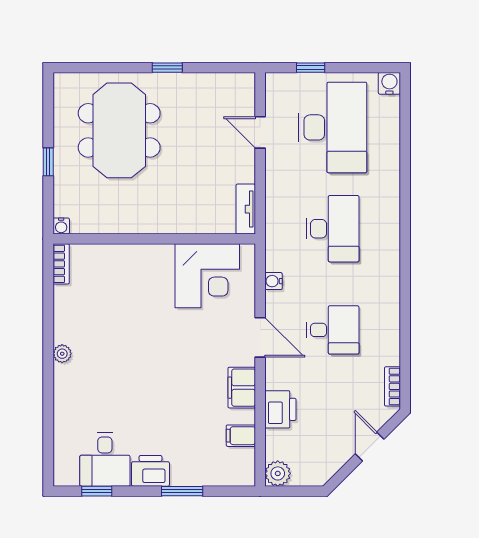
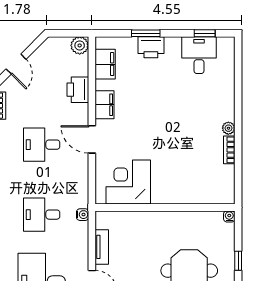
tv unit: (246, 209) -> (102, 247), moved
desk: (333, 229) -> (42, 215), width x0.73
bookcase: (61, 264) -> (229, 150), moved
water cooler: (273, 281) -> (83, 215), moved
filing cabinet: (241, 436) -> (105, 64), width x2.00
printer: (150, 471) -> (151, 47), moved

